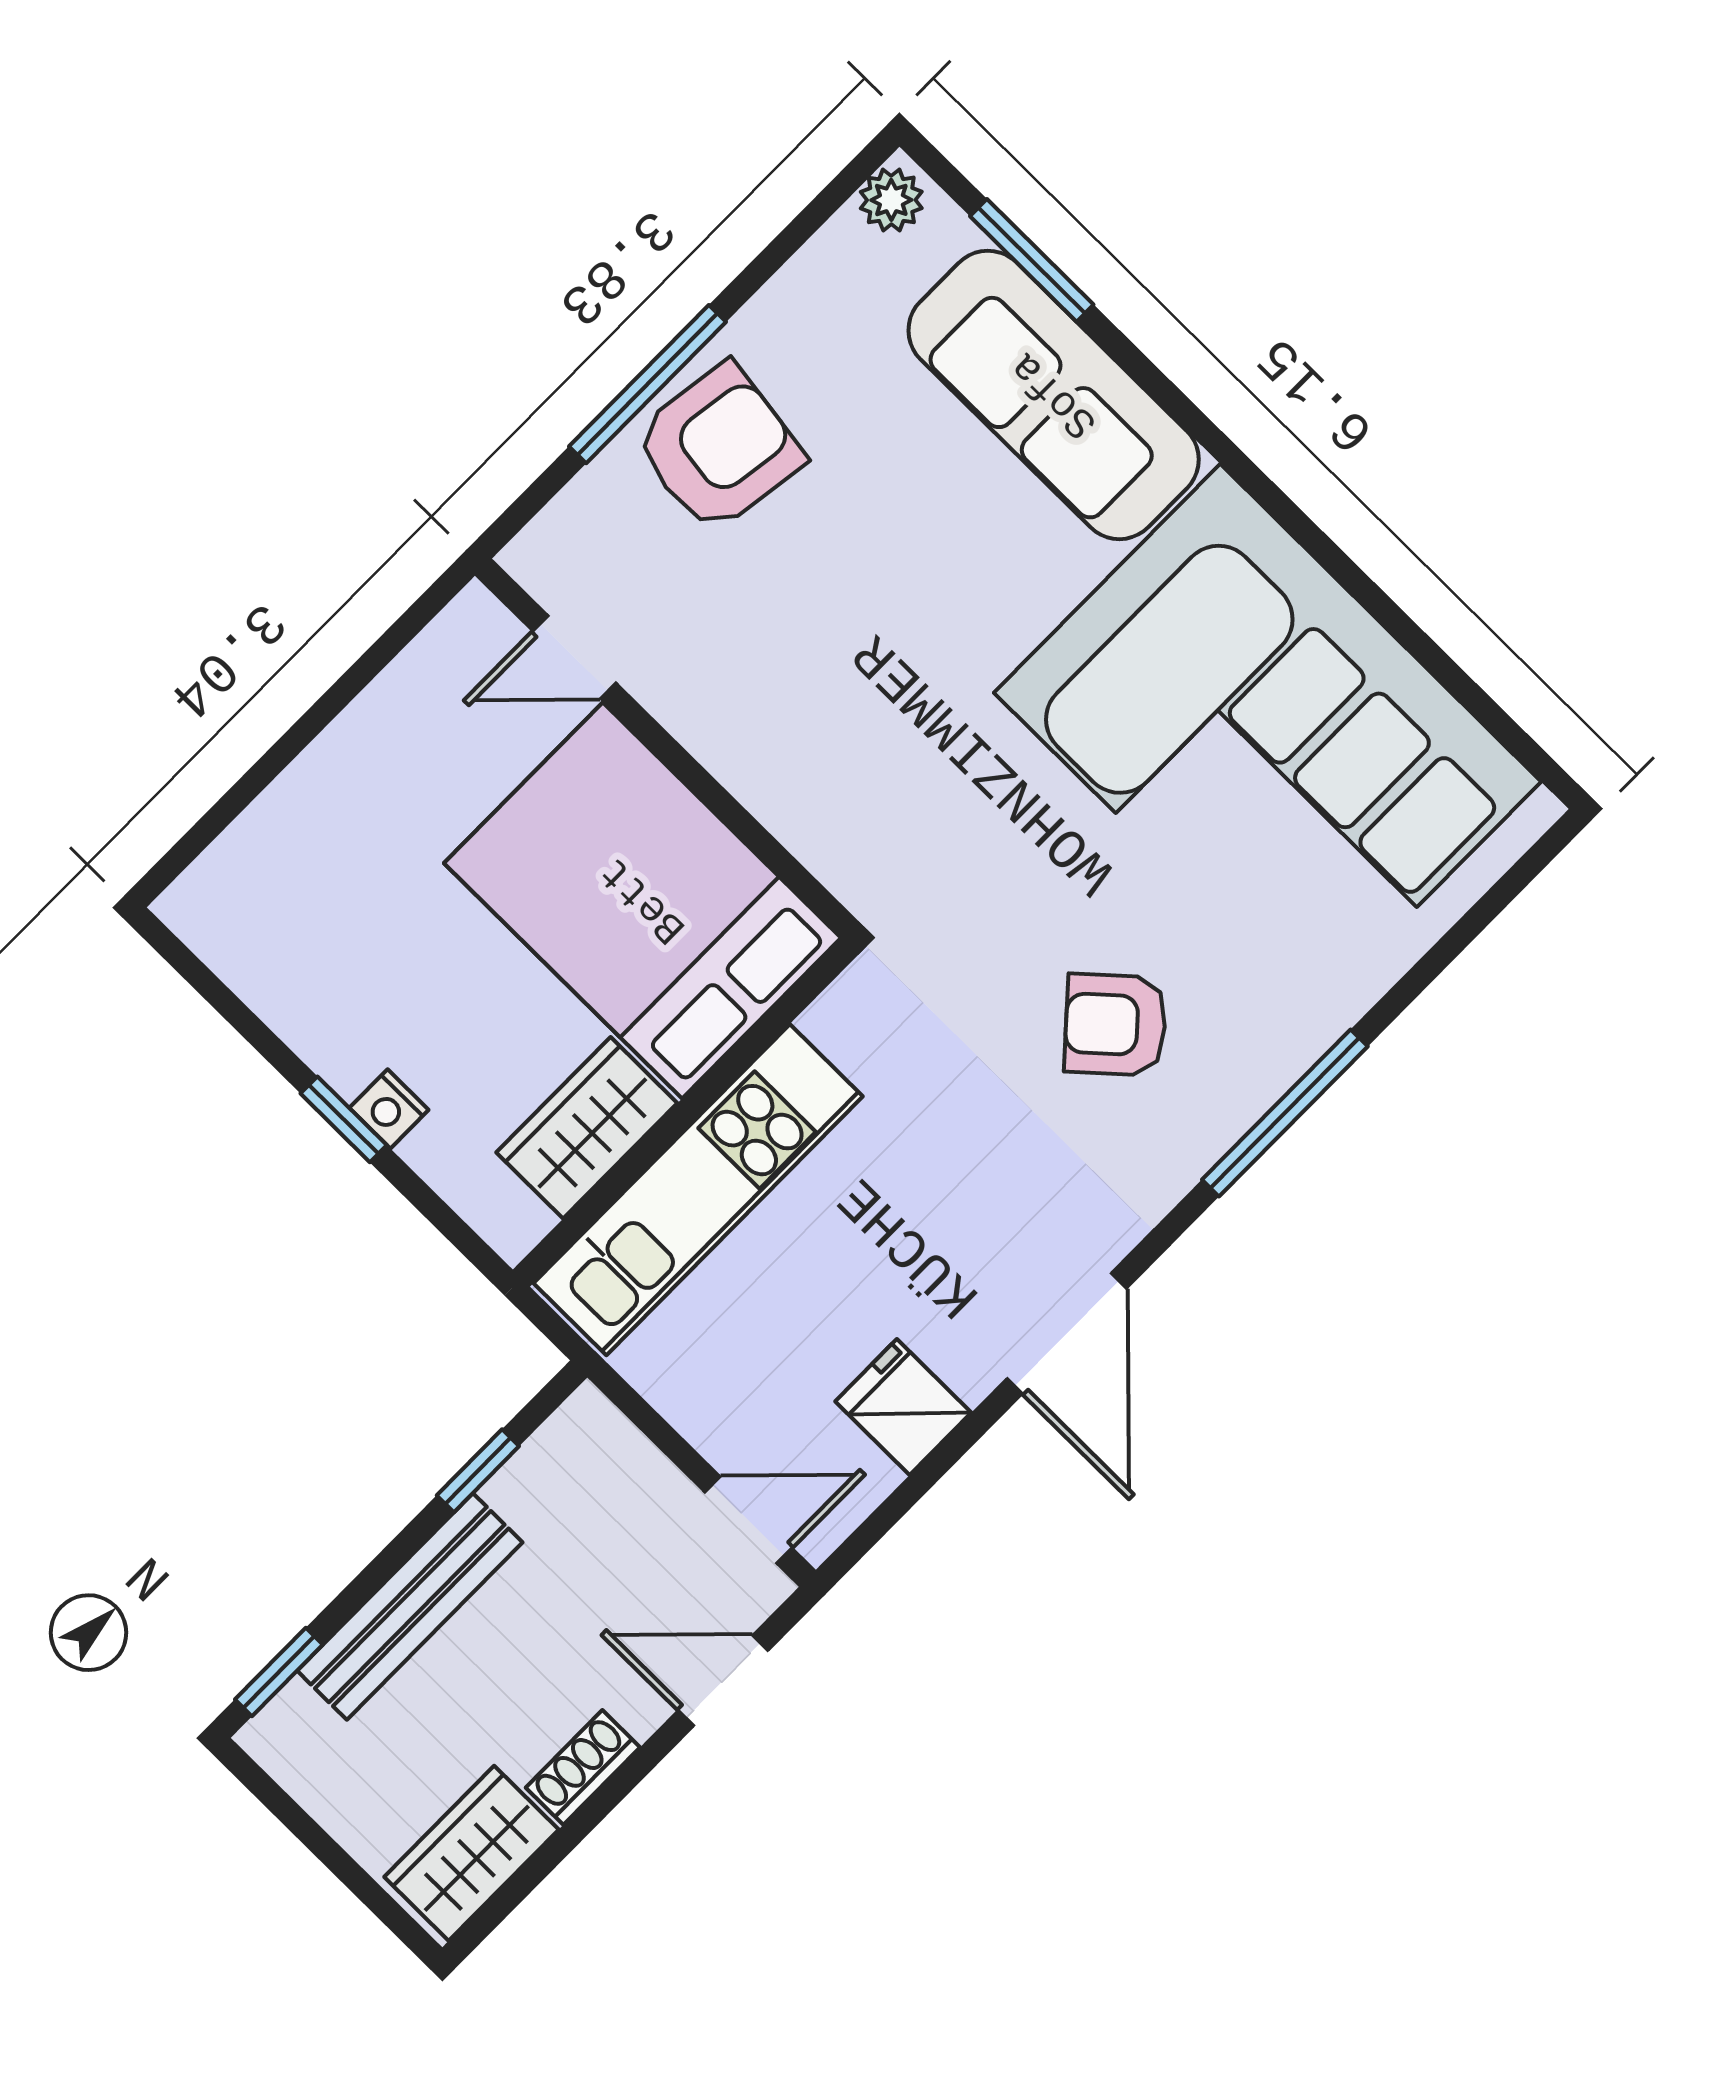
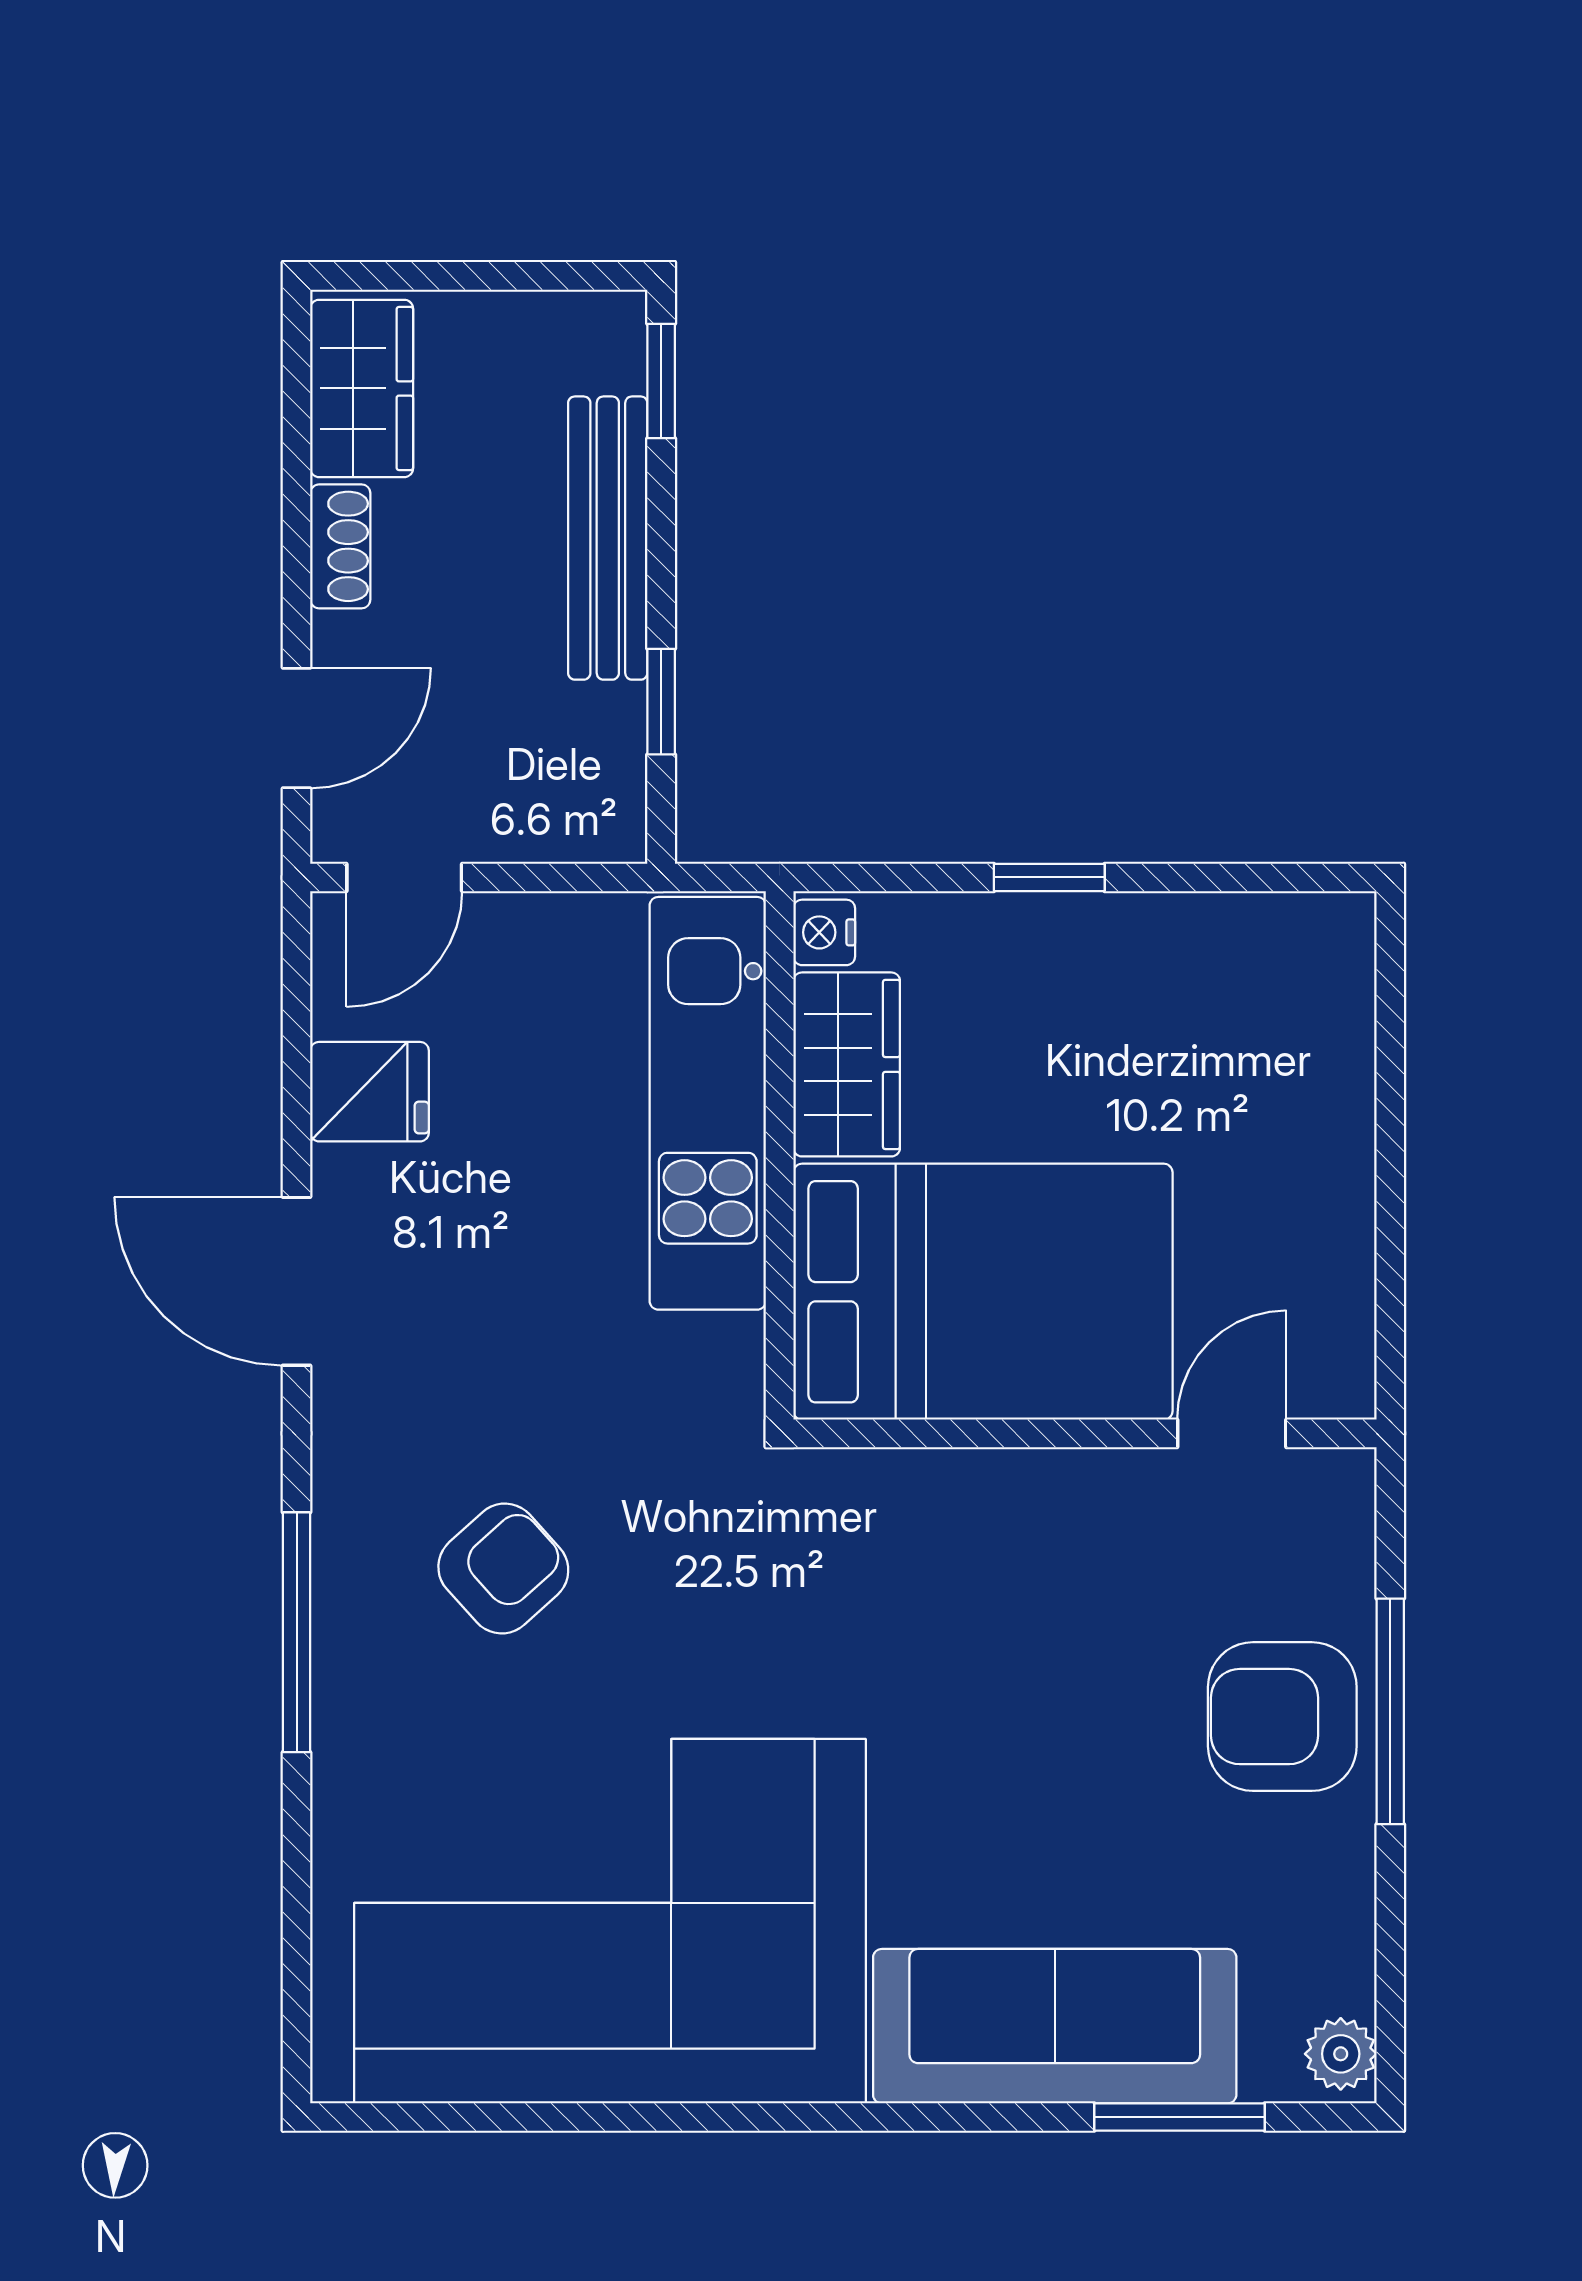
armchair: (718, 448) -> (1282, 1717), turned 82
nightstand: (389, 1109) -> (824, 932), moved, turned -90

